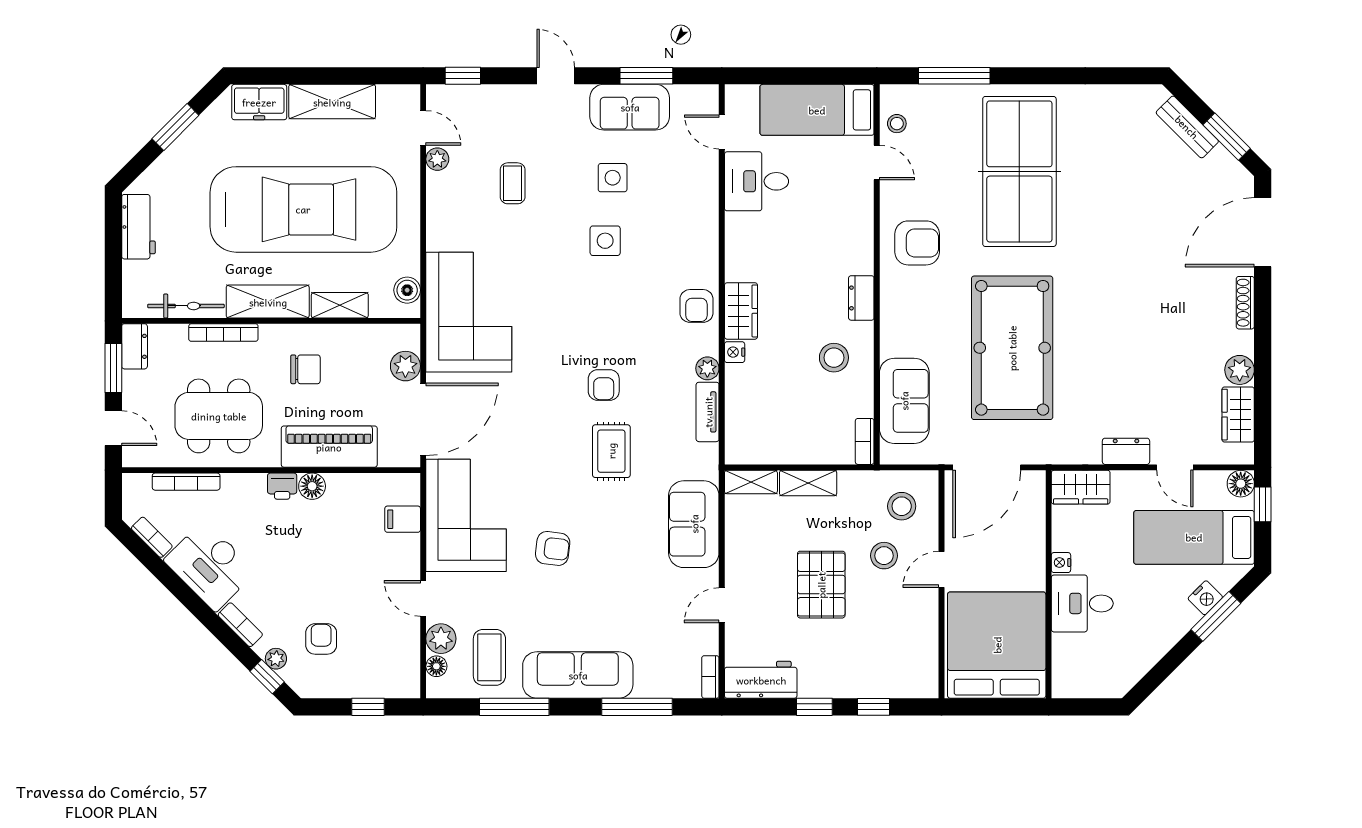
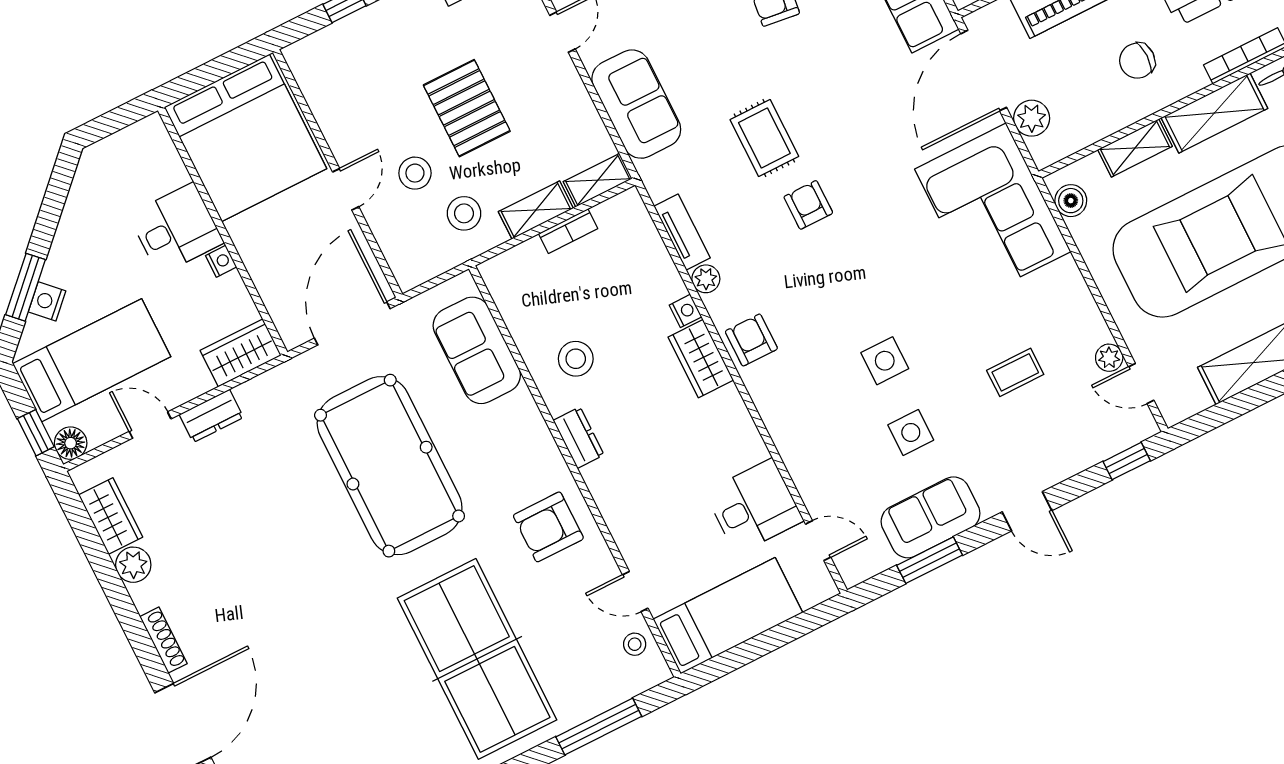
coffee table: (513, 183) -> (1015, 372), turned 90
bookcase: (865, 441) -> (568, 231), moved, turned 90
stool: (902, 506) -> (464, 213), moved

